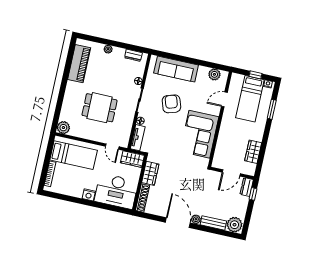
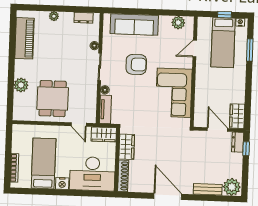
armchair: (171, 104) -> (136, 64), turned 108
dining table: (100, 108) -> (53, 99), moved, turned 90
plant: (63, 128) -> (21, 85), moved
wardrobe: (253, 152) -> (237, 116), moved
bed: (74, 155) -> (44, 163), moved, turned -90
door: (231, 173) -> (217, 130), swing flipped
plant: (196, 219) -> (187, 189), removed

